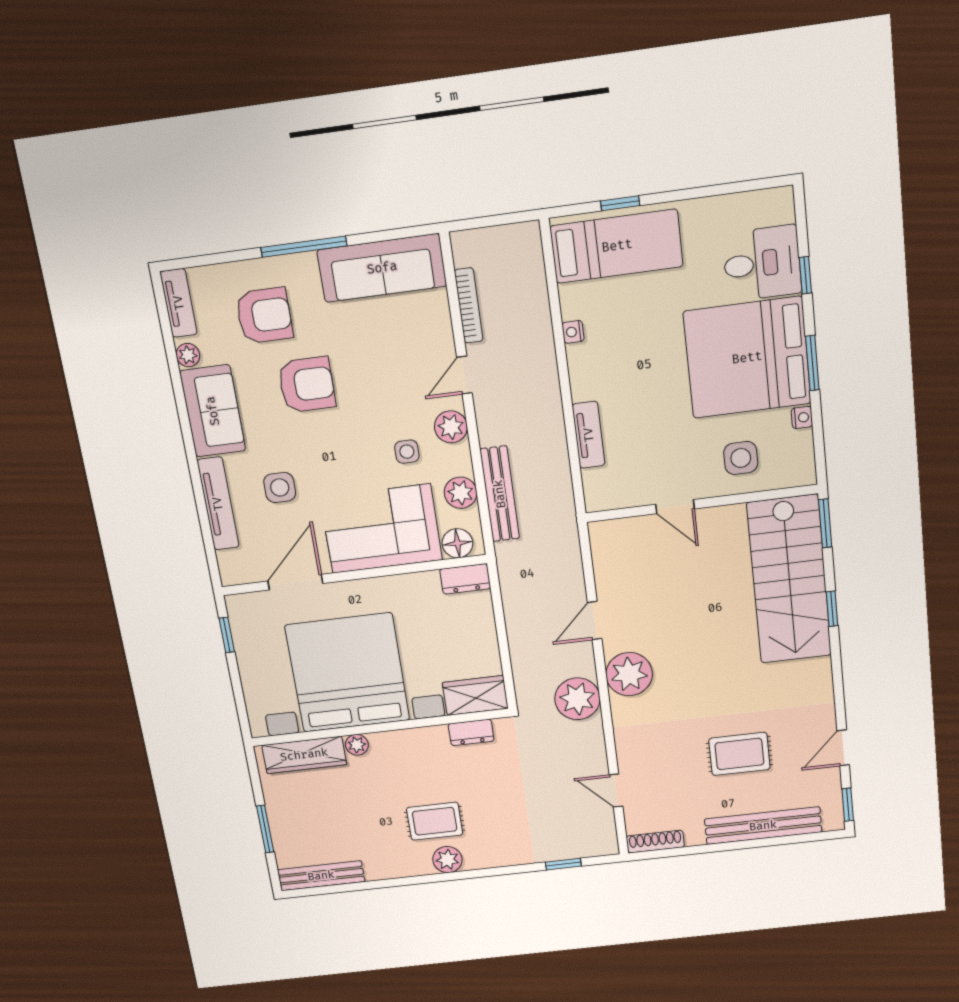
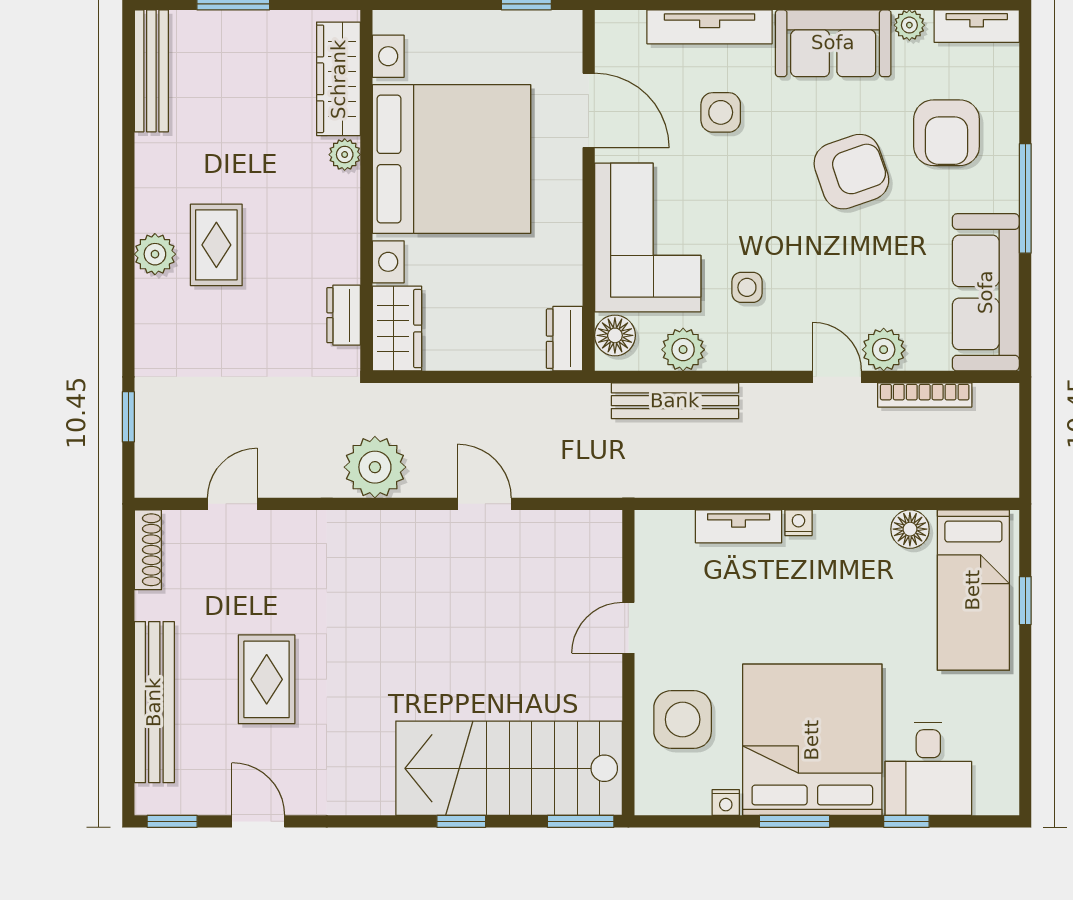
floor lamp: (575, 303) -> (910, 529), added
nightstand: (573, 332) -> (798, 523), moved
armchair: (307, 385) -> (851, 172), turned -109
plant: (451, 427) -> (884, 350), moved
side table: (741, 458) -> (683, 719), width x1.37, depth x1.37
plant: (629, 674) -> (402, 541), removed

